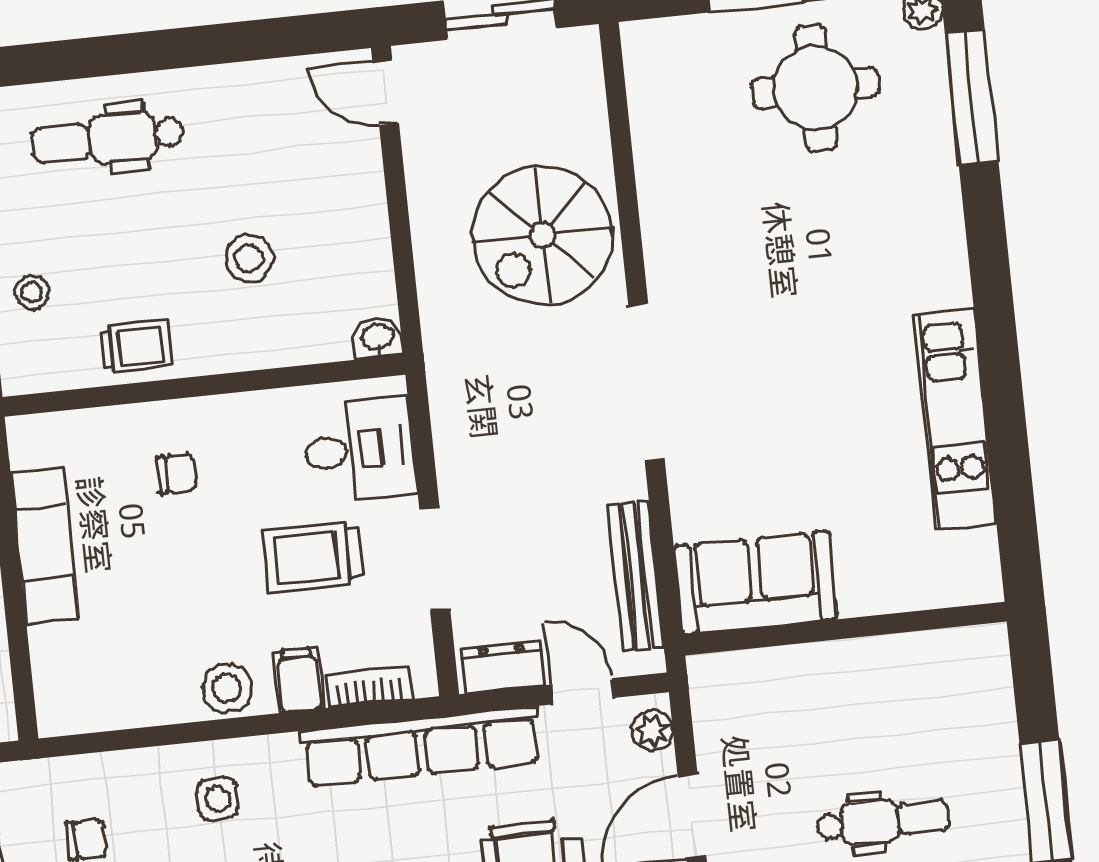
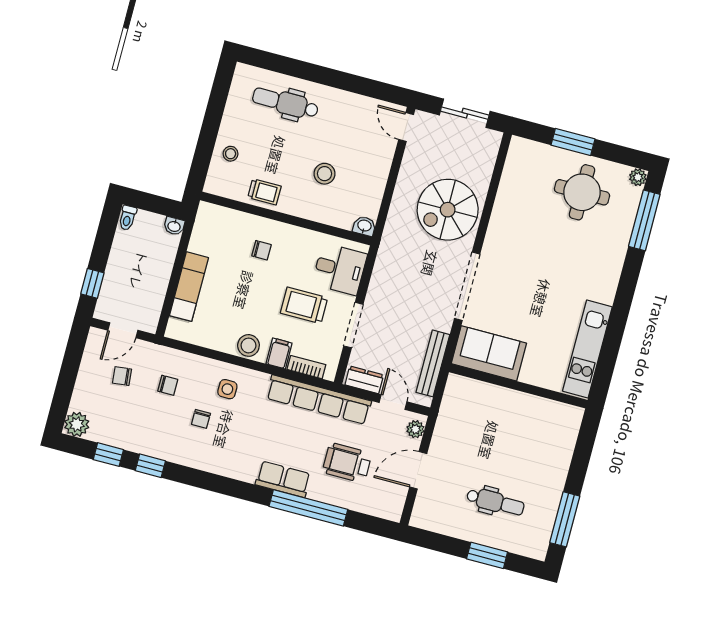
exam couch: (45, 545) -> (189, 287), moved
sofa: (756, 583) -> (489, 353), moved
wall: (845, 629) -> (518, 386), moved

